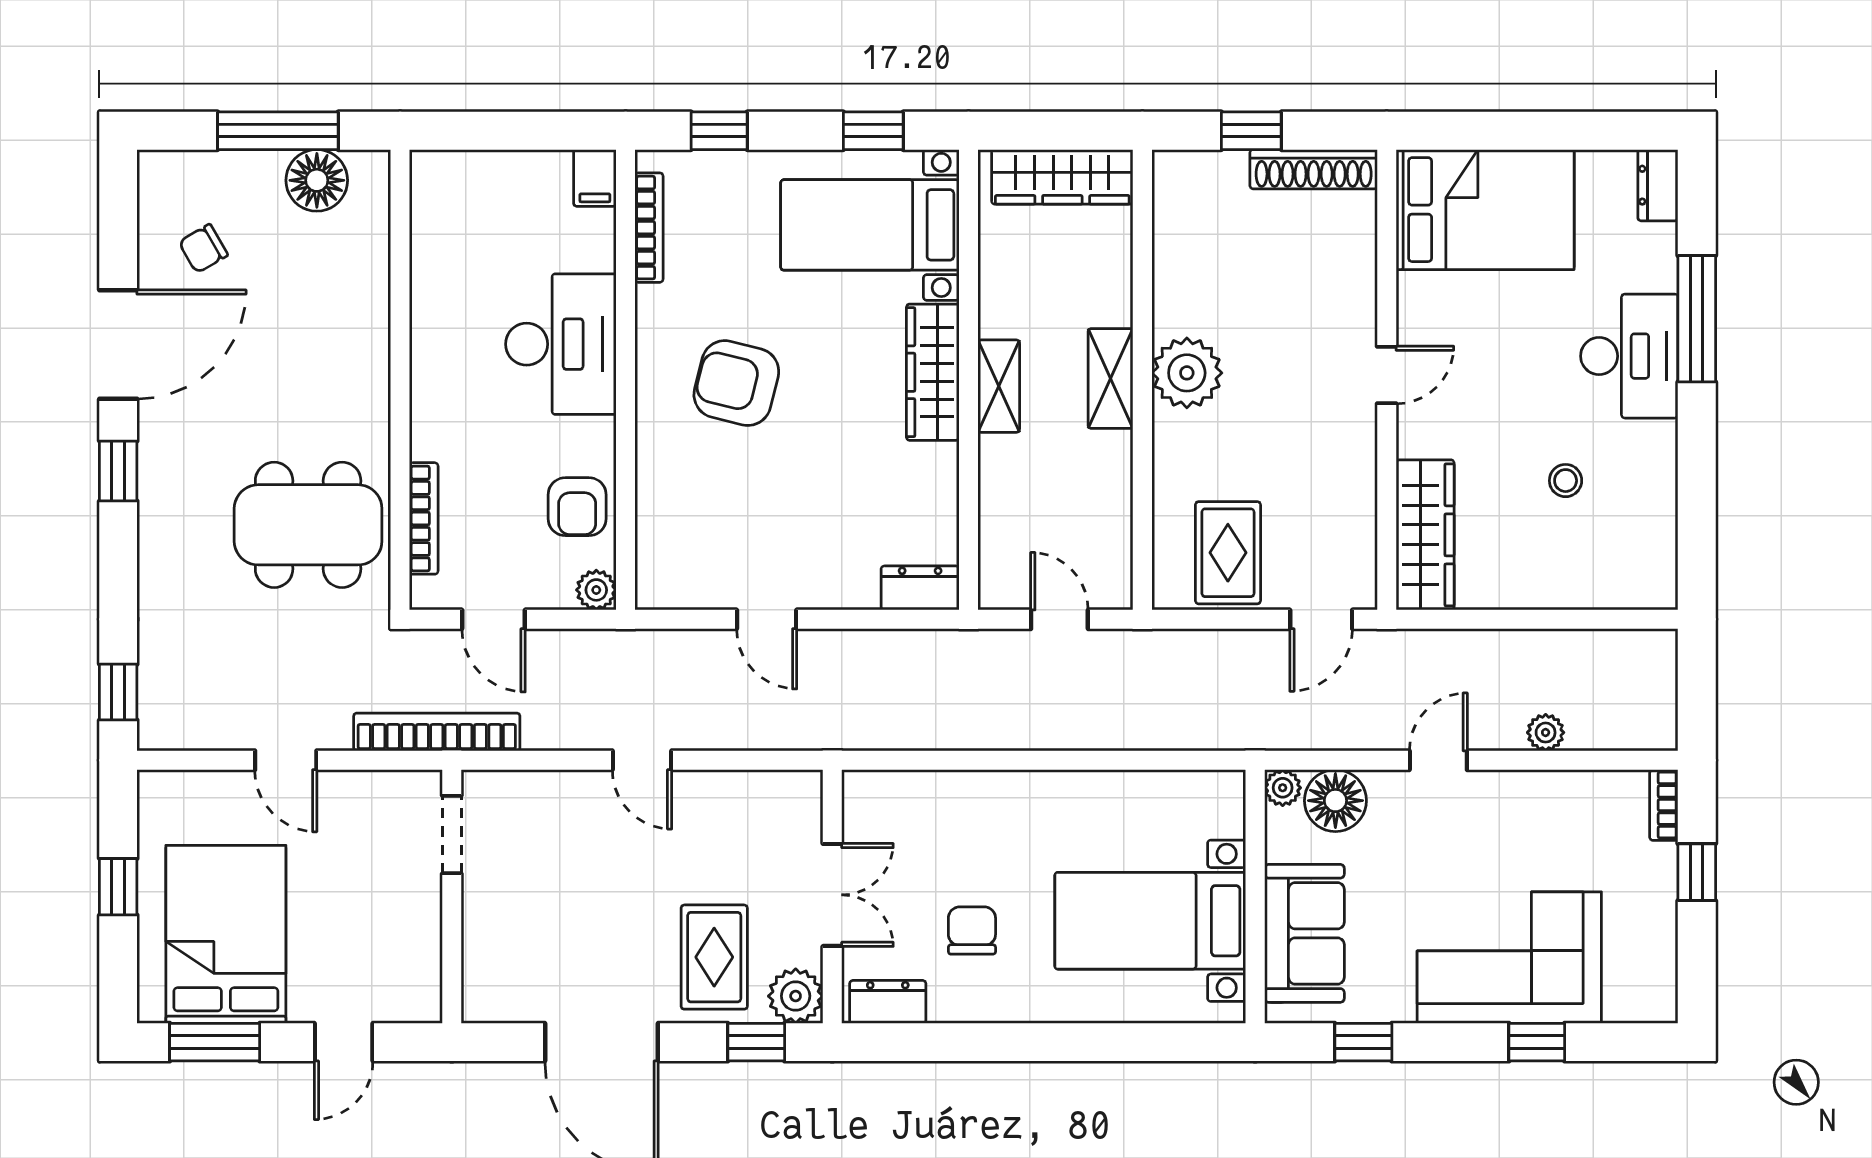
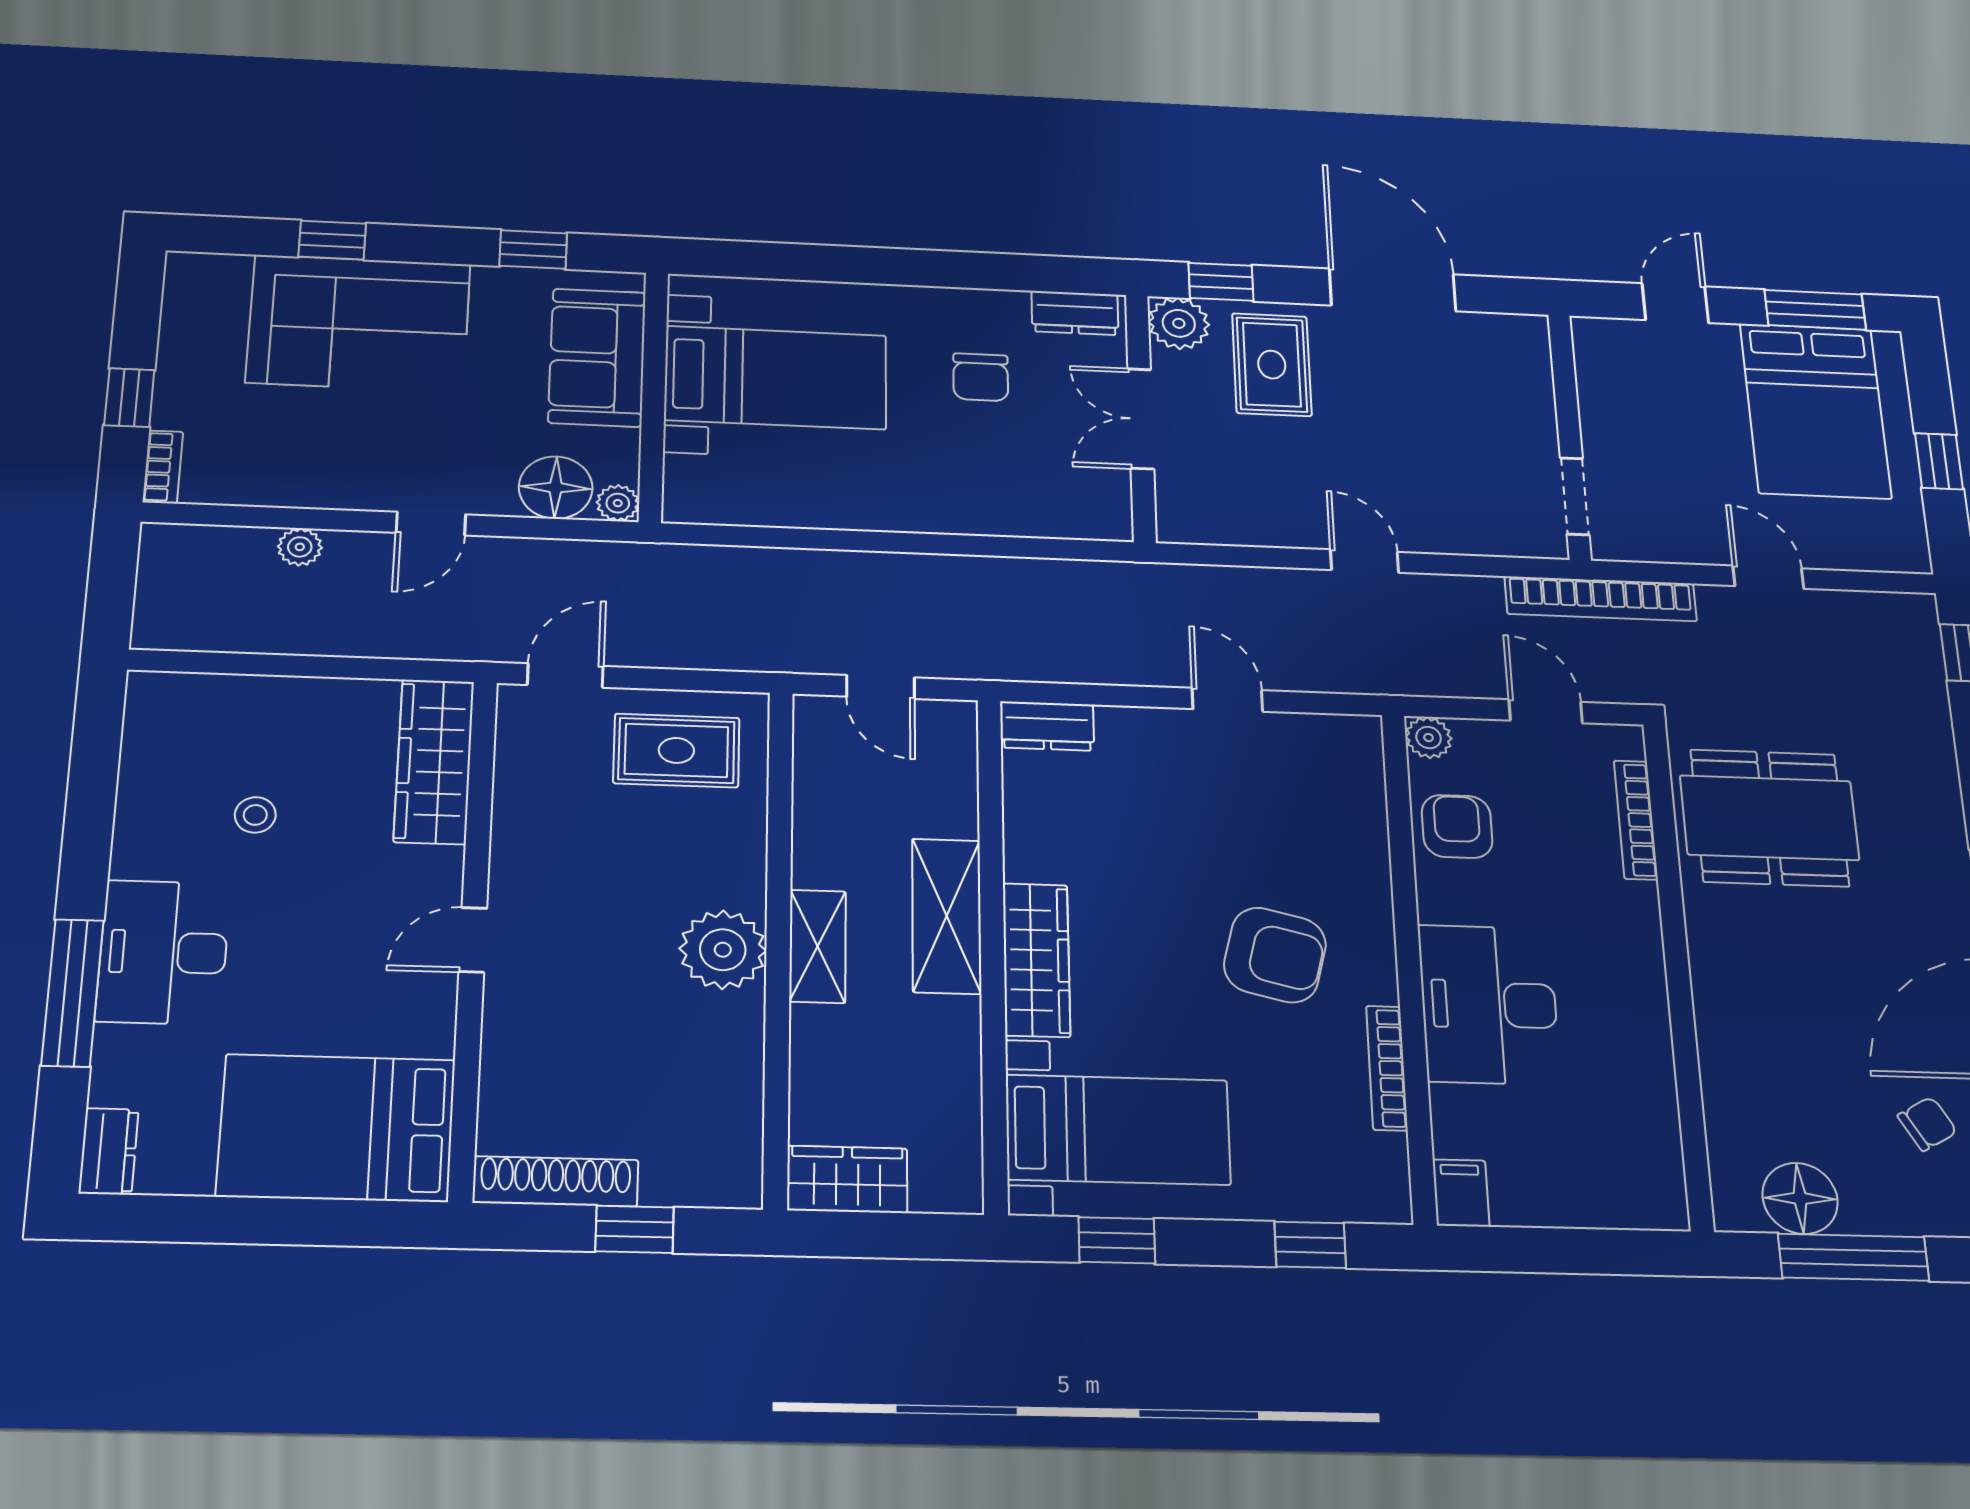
wardrobe: (1062, 177) -> (847, 1179), width x0.67
bookcase: (649, 228) -> (1387, 1068), moved
shelving: (999, 386) -> (947, 916), width x1.50, depth x1.33
rug: (1228, 553) -> (676, 750), turned 90

